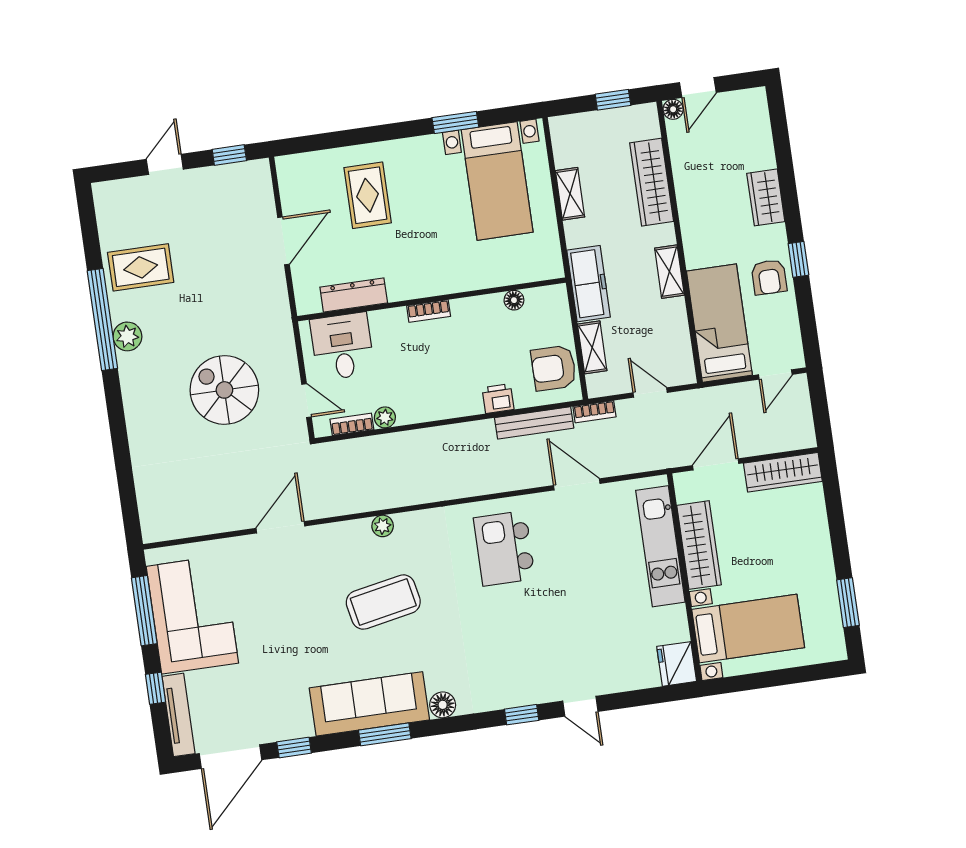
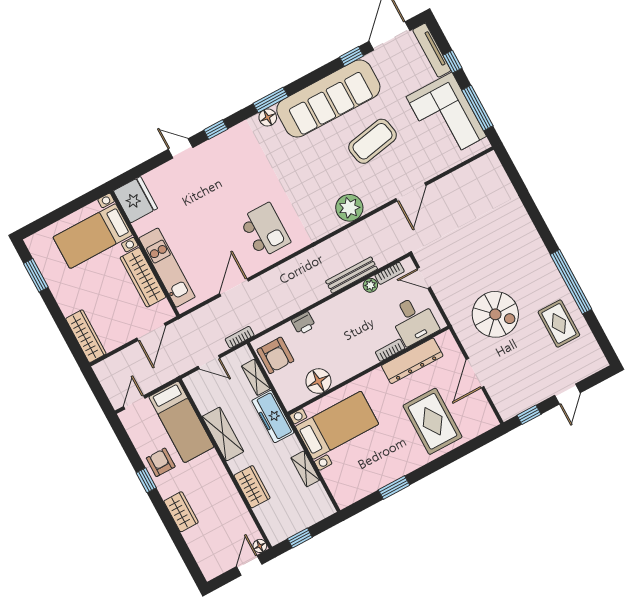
bed with nightstands: (497, 181) -> (337, 425), moved, turned 90
wardrobe: (652, 182) -> (252, 487), width x0.67
rug: (368, 195) -> (433, 421), width x1.36, depth x1.43
rug: (141, 267) -> (559, 324), turned 90
shelving: (669, 272) -> (223, 434), width x1.50, depth x1.33
dresser: (354, 295) -> (412, 361), width x1.37, depth x1.24
floor lamp: (514, 300) -> (318, 381), width x1.89, depth x1.89
bookcase: (429, 311) -> (390, 350), moved
plant: (127, 336) -> (551, 277), removed
armchair: (554, 368) -> (275, 355), turned 90
spiral stairs: (224, 390) -> (495, 314), moved
bench: (534, 423) -> (352, 275), moved
wardrobe: (783, 472) -> (86, 336), moved, turned 90
door: (577, 484) -> (234, 287), swing flipped
plant: (383, 526) -> (349, 208), width x1.88, depth x1.88
coffee table: (383, 602) -> (373, 141), moved
fridge: (677, 664) -> (135, 200), width x1.36, depth x1.34
sofa: (369, 704) -> (328, 99), width x1.36, depth x1.27
window: (385, 734) -> (271, 100), moved

